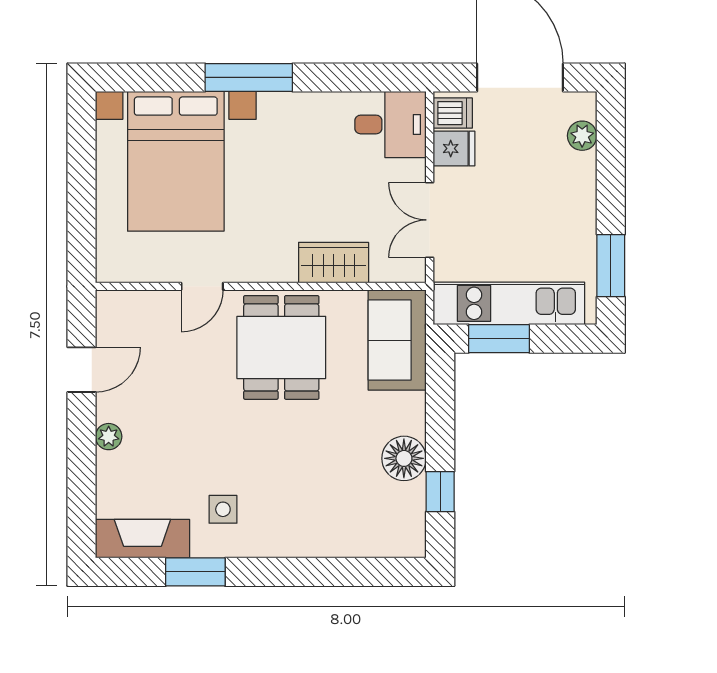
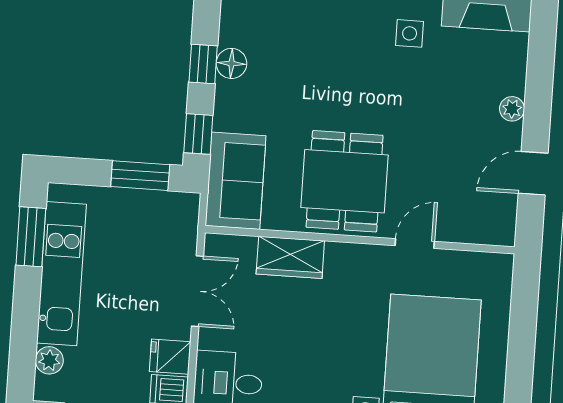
kitchen unit: (509, 303) -> (61, 274), moved, turned -90
window: (440, 387) -> (198, 134), added
floor lamp: (404, 458) -> (231, 63), width x0.73, depth x0.73
window: (440, 492) -> (203, 64), moved

